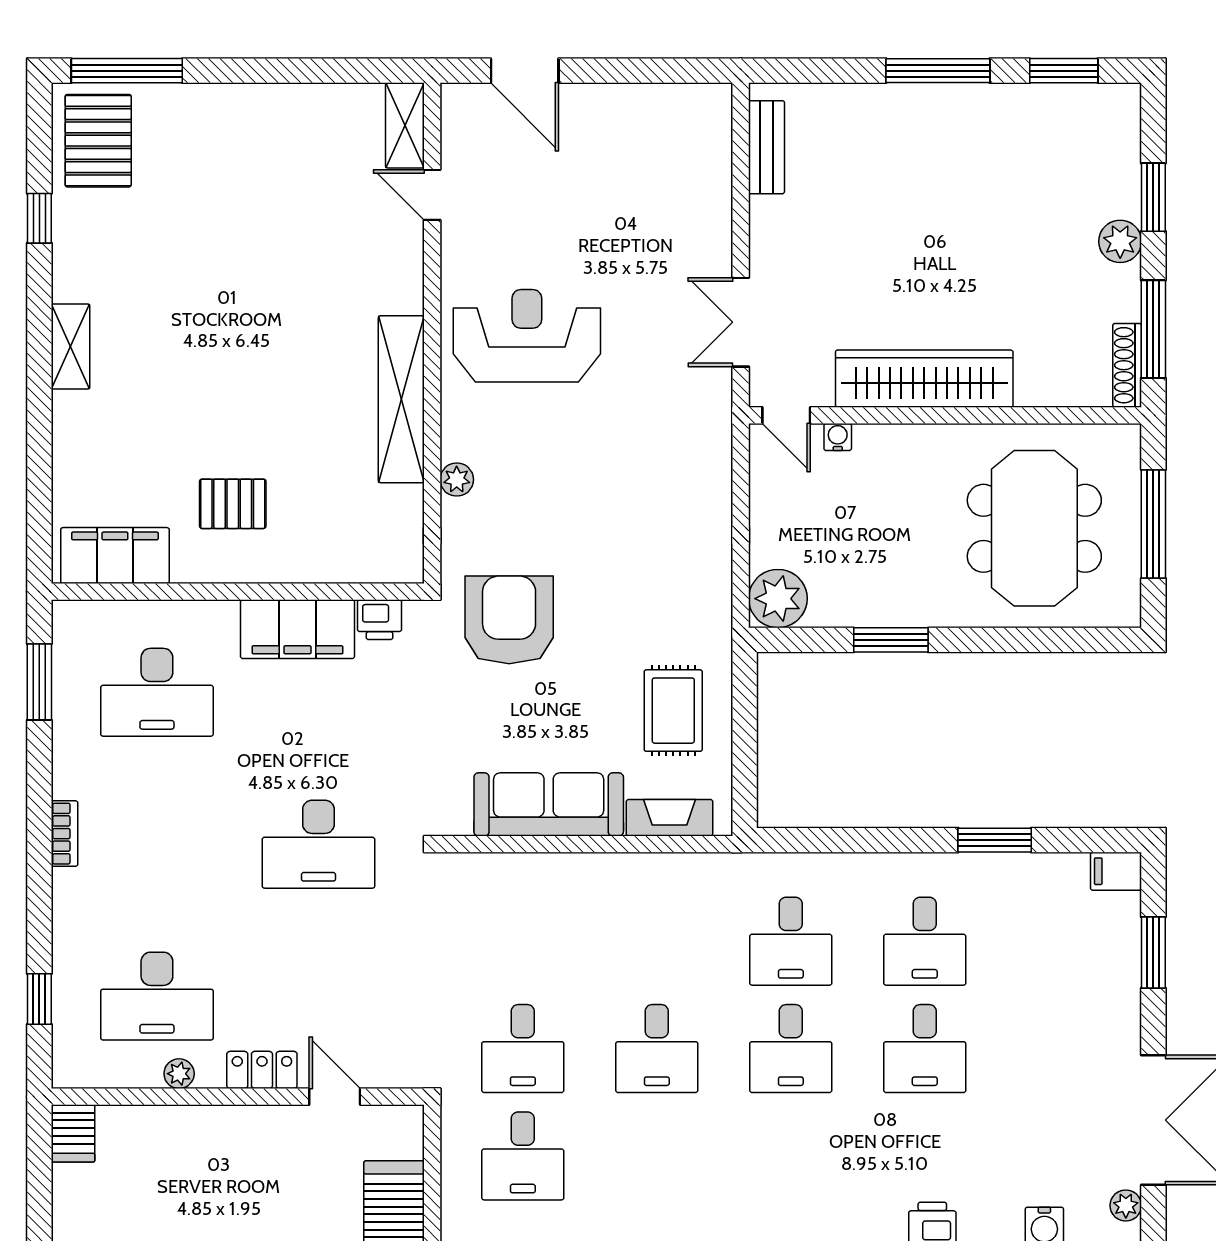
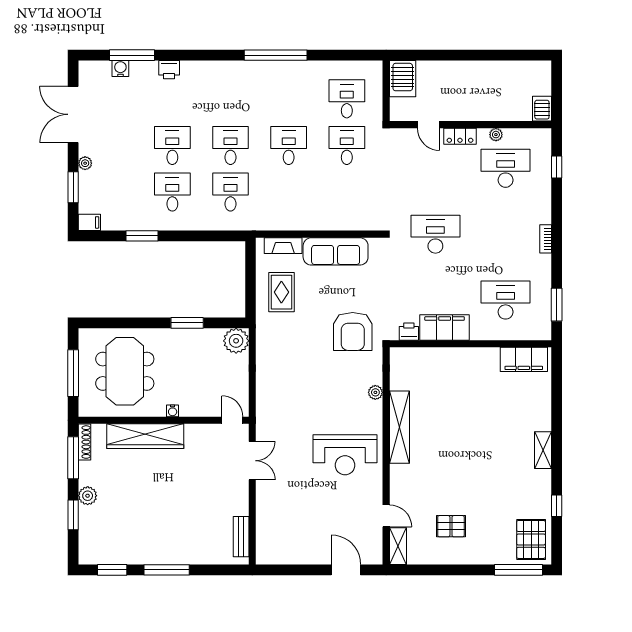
wardrobe: (924, 379) -> (145, 436), moved
water cooler: (838, 437) -> (173, 411), moved
pallet: (233, 504) -> (451, 526), moved
plant: (1126, 1206) -> (85, 163), moved

